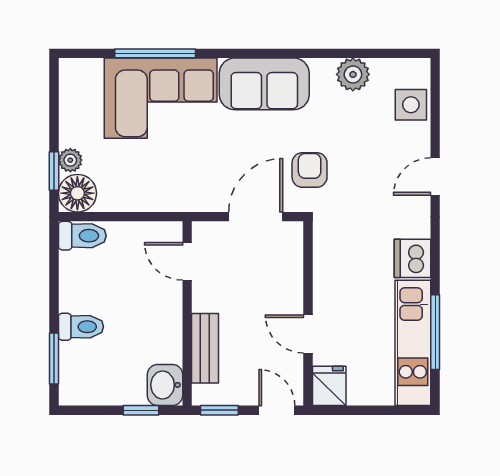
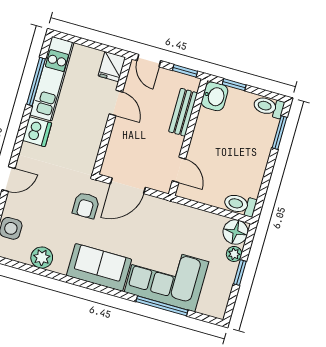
window: (54, 171) -> (240, 273), moved
toilet: (81, 327) -> (269, 107), moved

